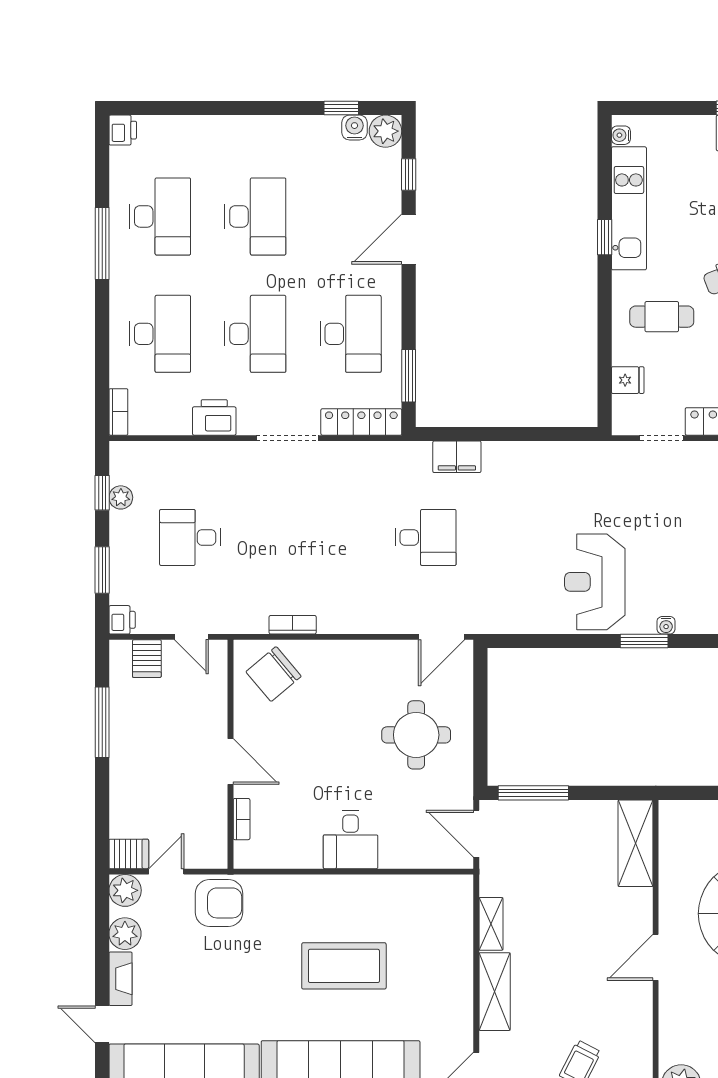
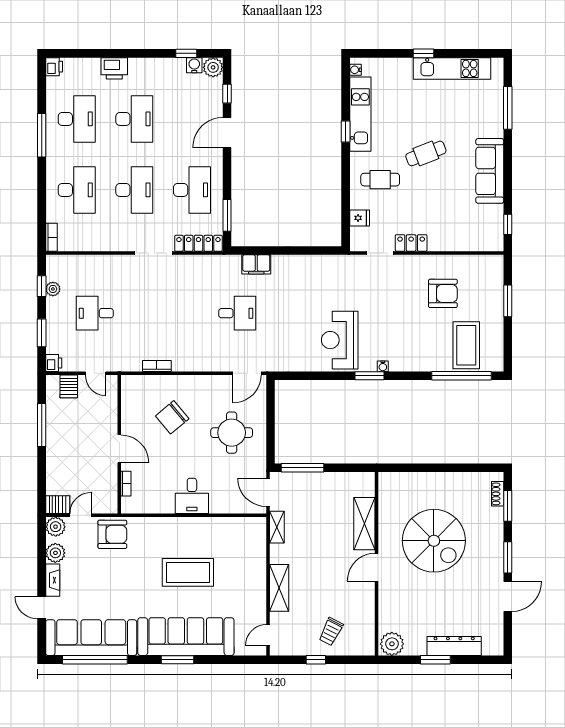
printer: (214, 417) -> (114, 68), moved, turned 180
chair: (274, 674) -> (172, 417), moved
shelving: (636, 843) -> (364, 524), moved
shelving: (491, 924) -> (277, 527), moved

